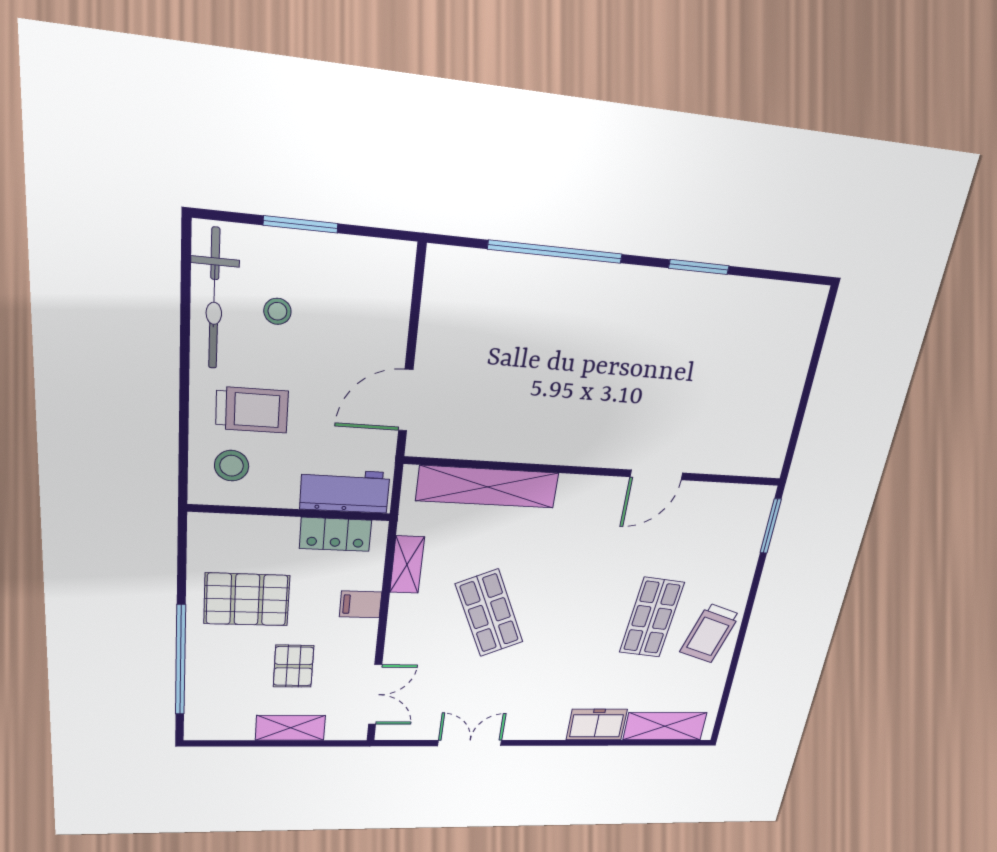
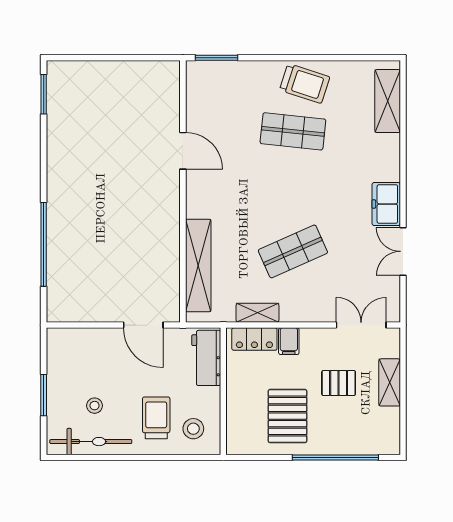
window: (699, 267) -> (44, 94), moved
locker: (336, 534) -> (254, 339), moved, turned 90
freezer: (597, 725) -> (386, 204), moved

